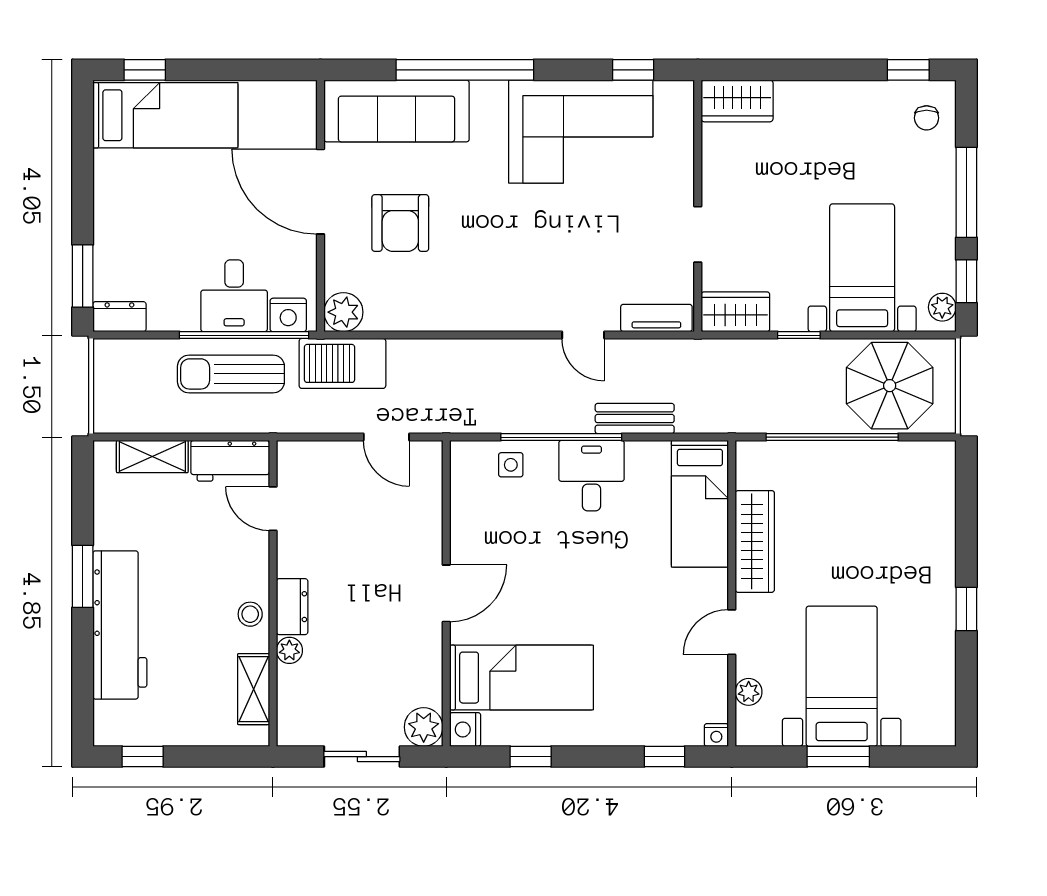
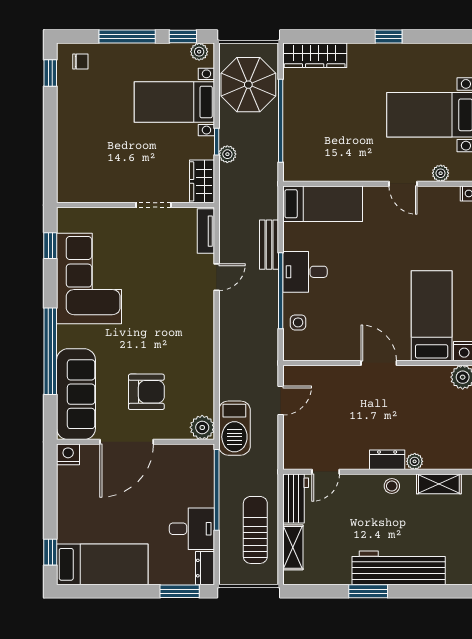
wardrobe: (737, 101) -> (70, 180), removed
bed: (165, 115) -> (102, 564), moved, turned 90
desk: (234, 296) -> (192, 529), moved
nightstand: (288, 315) -> (68, 454), moved, turned -90
plant: (779, 352) -> (227, 154), added
sun lounger: (231, 374) -> (255, 530), moved, turned 180
wardrobe: (755, 541) -> (315, 55), moved, turned 180

